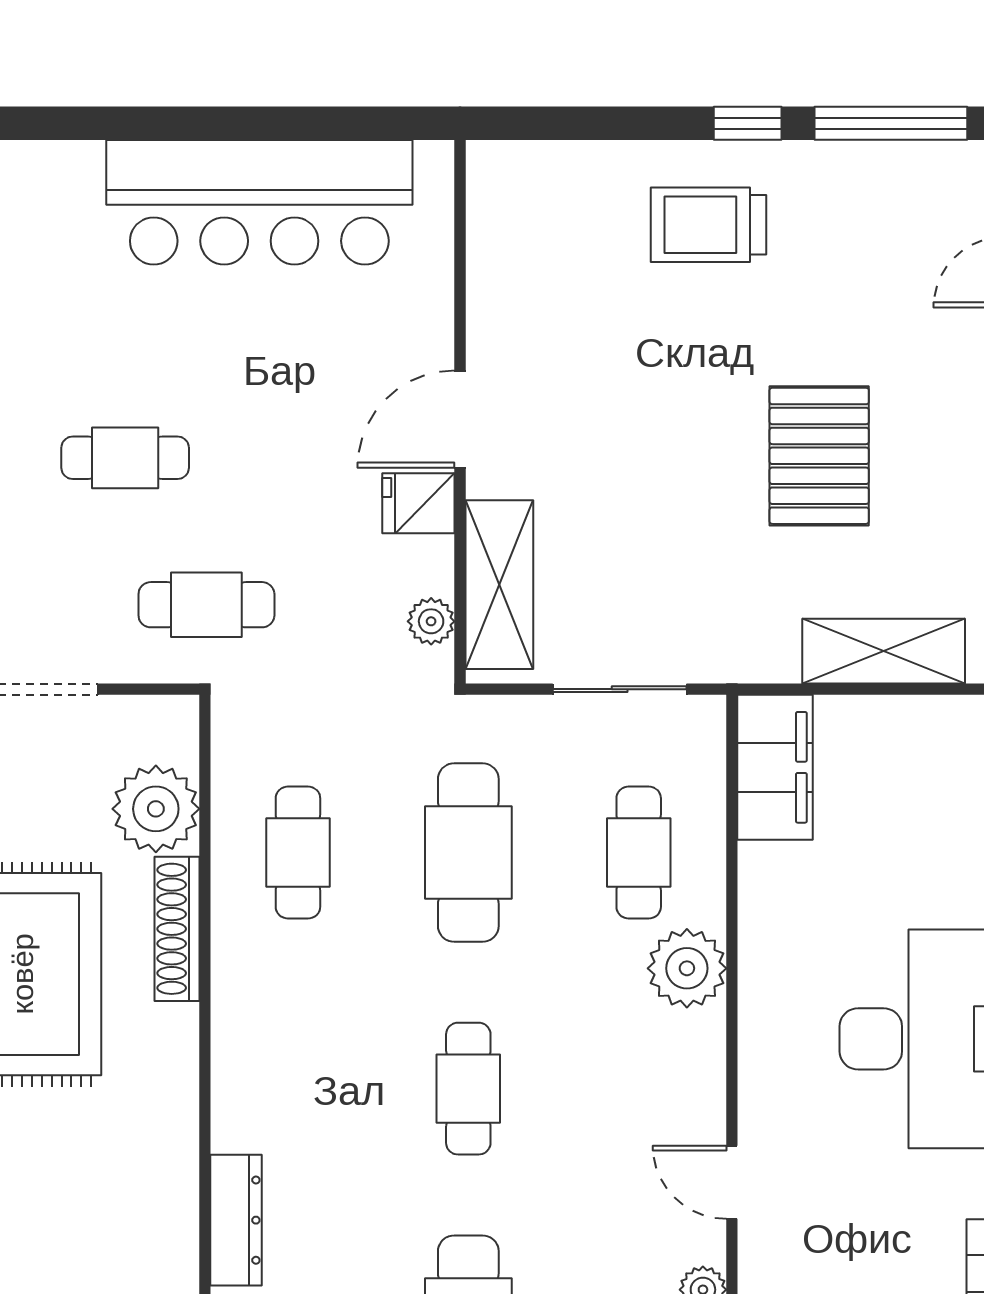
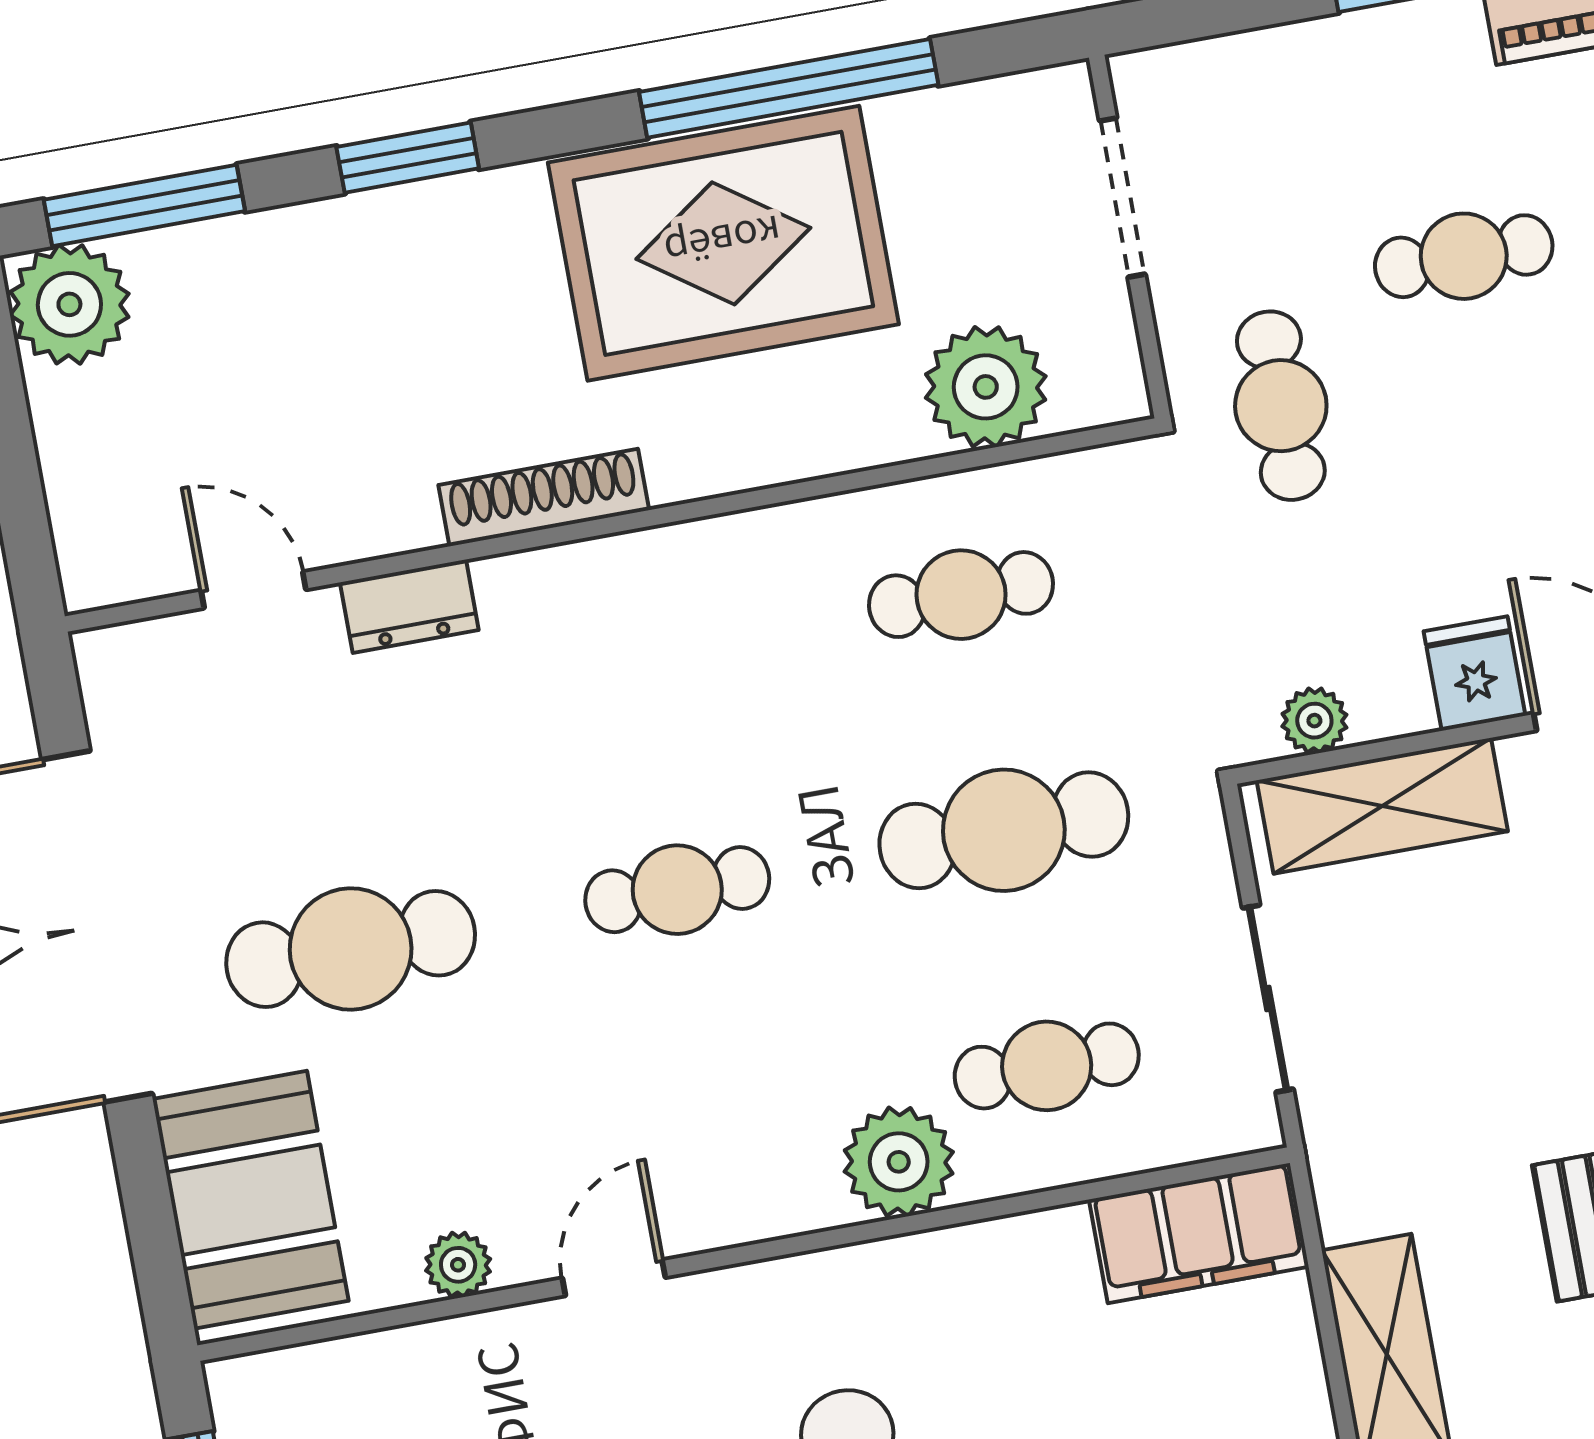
cafe table: (125, 458) -> (1464, 256), turned 90
shoe rack: (177, 929) -> (544, 497), moved
dresser: (236, 1220) -> (409, 606), width x0.70

